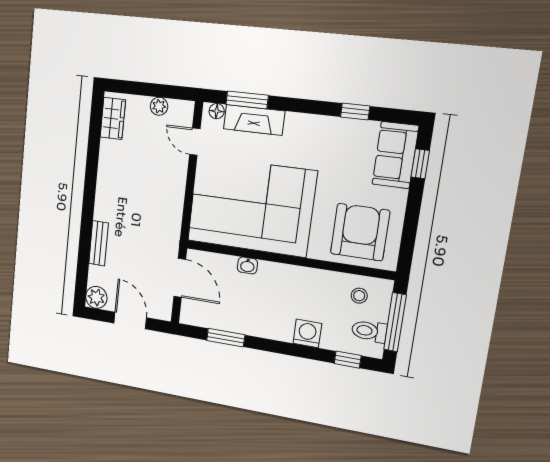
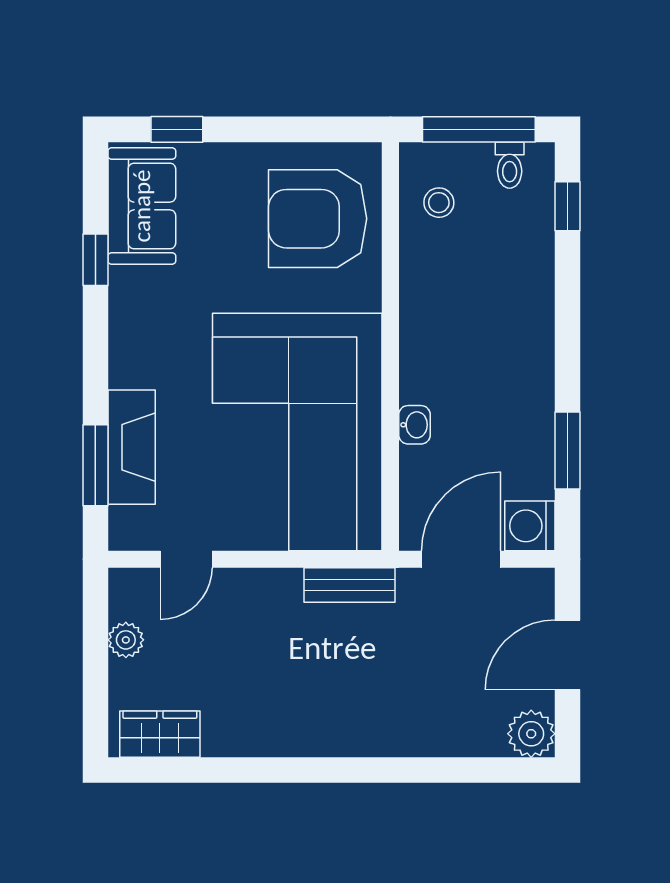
floor lamp: (217, 111) -> (123, 523), removed
sofa: (395, 155) -> (142, 206), moved, turned -90
bench: (99, 243) -> (350, 585), moved
toilet: (369, 331) -> (510, 165), width x0.73, depth x0.72
washing machine: (307, 333) -> (530, 526), moved

